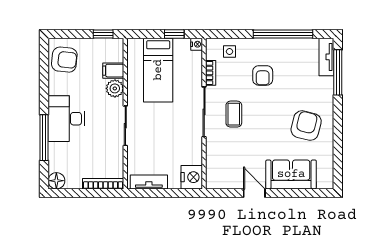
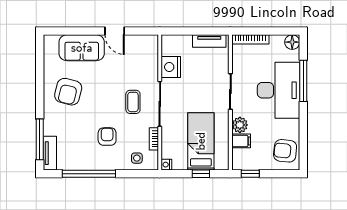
window: (174, 34) -> (201, 174), moved
desk: (66, 119) -> (279, 90), width x1.36, depth x1.30
nightstand: (192, 177) -> (171, 67), moved

